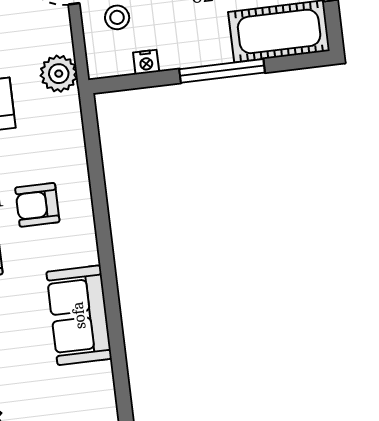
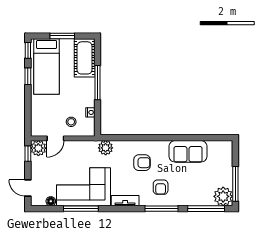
plant: (59, 74) -> (106, 148), moved
armchair: (37, 205) -> (142, 163), turned -90

